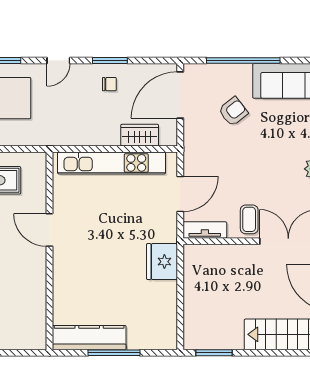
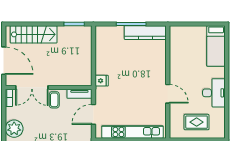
fridge: (162, 262) -> (102, 81), width x0.53, depth x0.75

